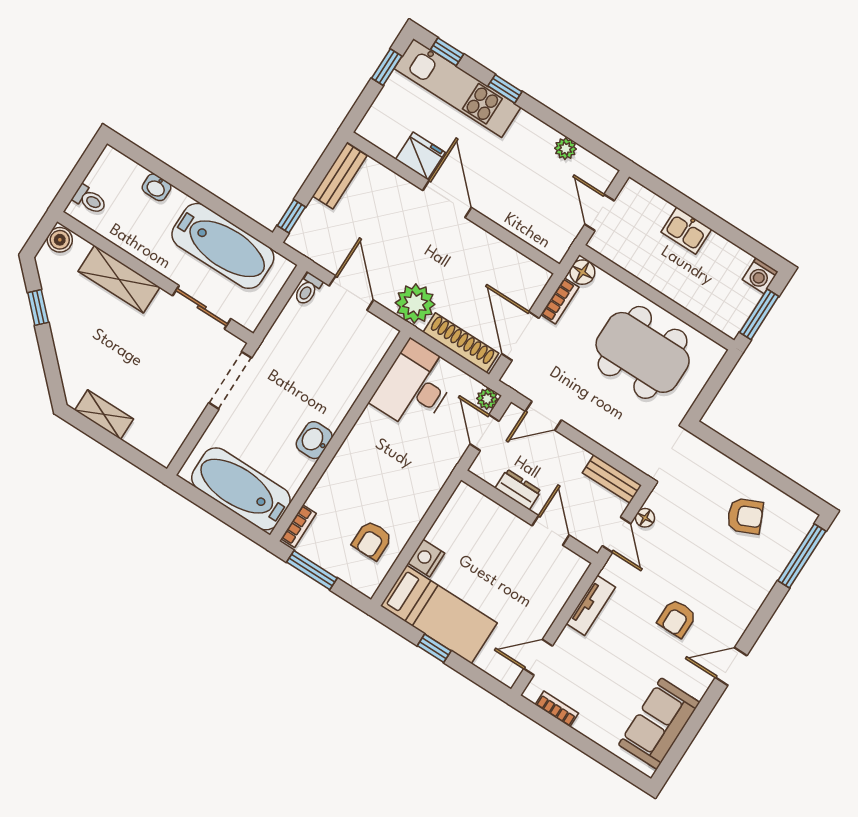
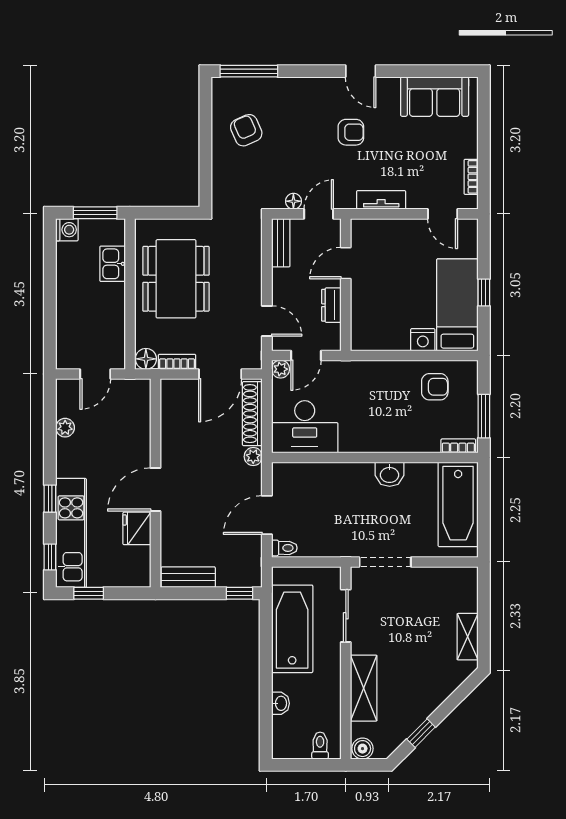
kitchen sink: (686, 231) -> (113, 264), moved, turned 180
plant: (415, 304) -> (253, 457), width x0.53, depth x0.53

